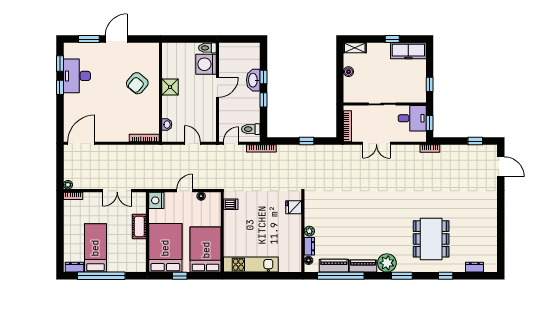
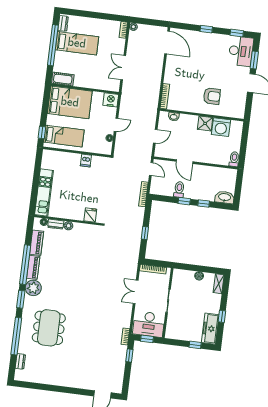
washing machine: (206, 64) -> (221, 127), moved, turned 180
desk: (77, 76) -> (241, 51), moved, turned 90
washbasin: (253, 80) -> (225, 197), moved
armchair: (137, 83) -> (212, 96), turned 140
window: (430, 84) -> (195, 345), moved
window: (60, 87) -> (206, 29), moved
door: (217, 87) -> (184, 162), moved
desk: (412, 118) -> (149, 324), width x1.37
toilet: (251, 129) -> (179, 189), moved
window: (475, 141) -> (129, 355), moved
door: (185, 191) -> (116, 125), hinge flipped
dishwasher: (231, 204) -> (86, 160), moved
cot: (139, 226) -> (63, 79), moved
dining table: (431, 239) -> (49, 328), turned 90
bed: (206, 250) -> (64, 136), width x0.67
kitchen unit: (251, 265) -> (44, 193), moved
window: (180, 276) -> (42, 132), moved
window: (341, 276) -> (25, 265), moved
window: (446, 276) -> (16, 336), width x3.17

